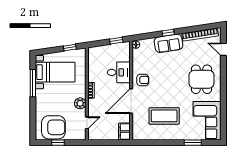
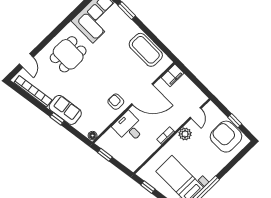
coffee table: (164, 116) -> (146, 50), moved
door: (87, 123) -> (196, 113), swing flipped

